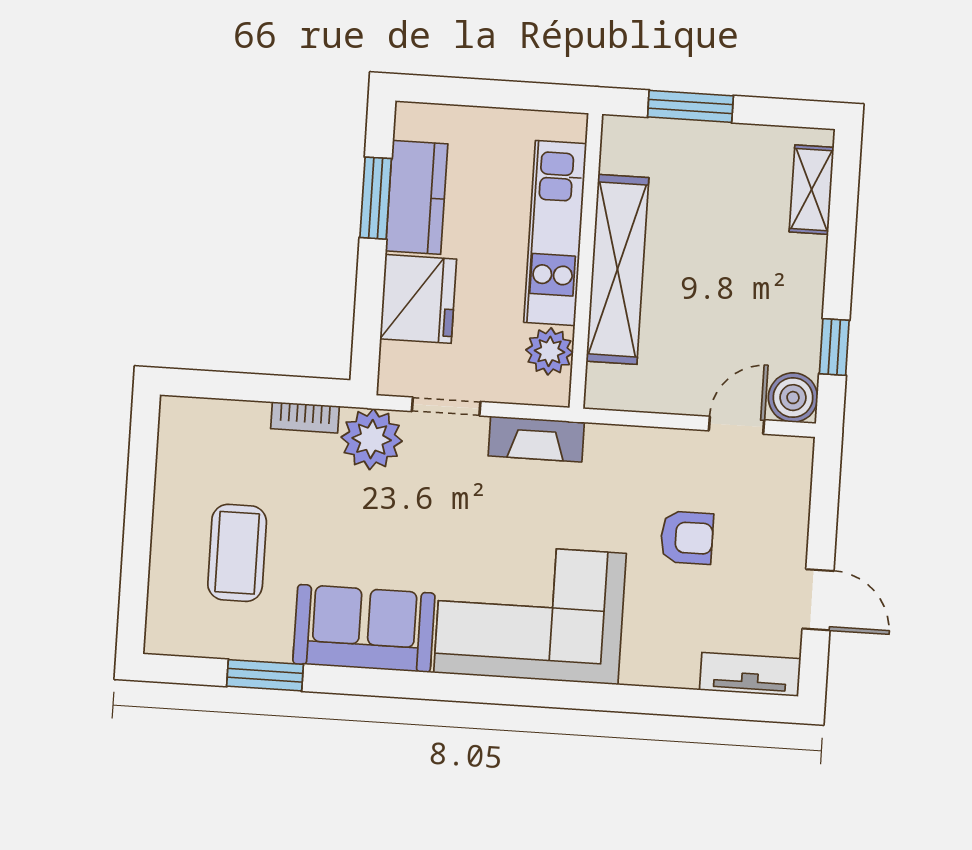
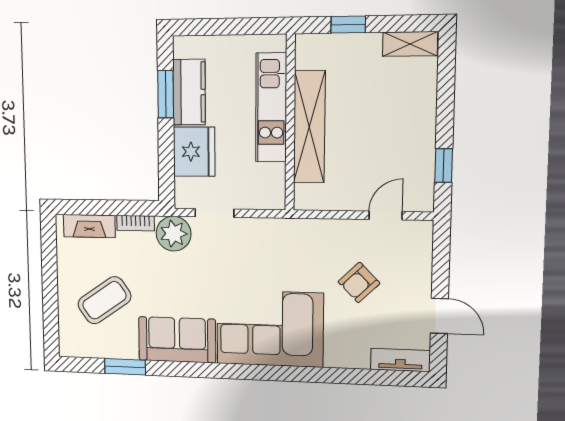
window: (690, 106) -> (348, 25), width x0.67
shelving: (812, 190) -> (410, 44), moved, turned 90
plant: (549, 351) -> (272, 178), removed
boiler: (793, 398) -> (419, 197), removed
fireplace: (536, 439) -> (89, 226), moved
armchair: (687, 538) -> (359, 282), turned 136
coffee table: (237, 553) -> (104, 300), turned 55

